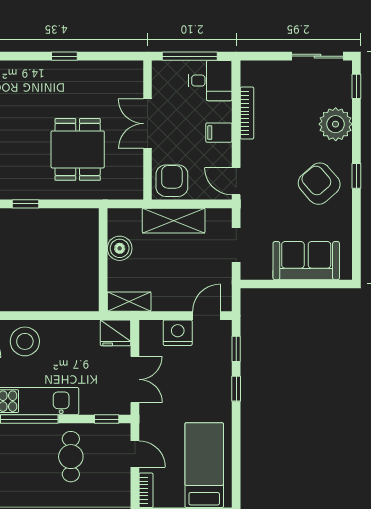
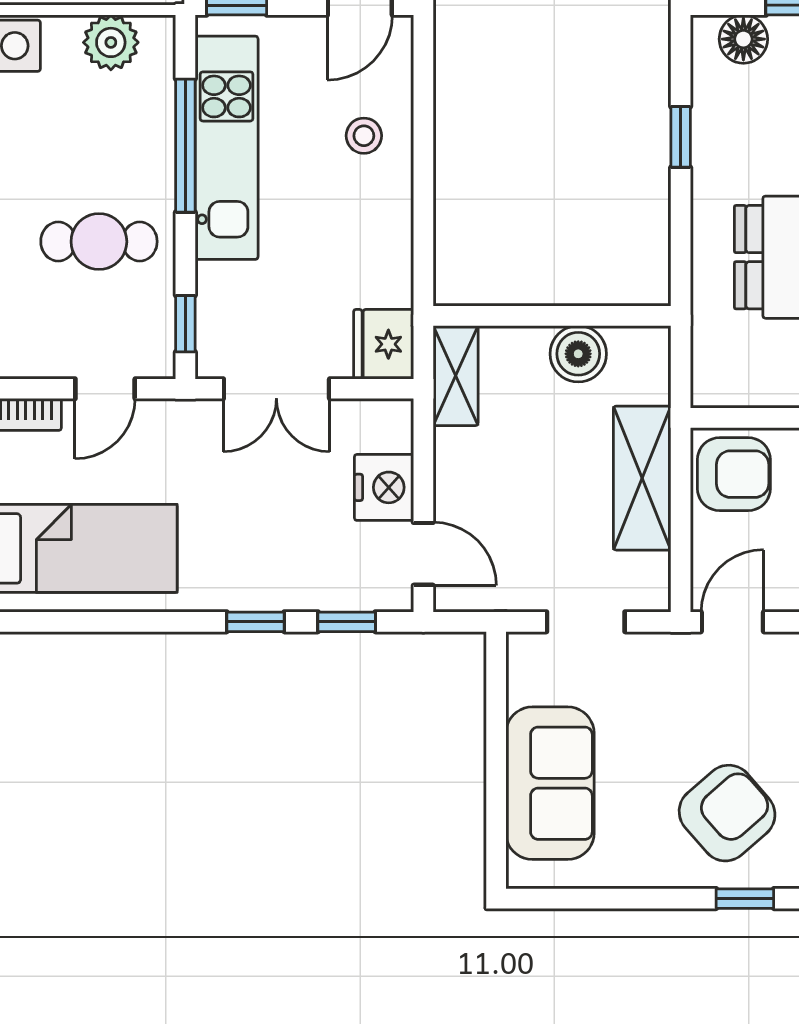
stool: (25, 341) -> (364, 136), width x0.53, depth x0.53

